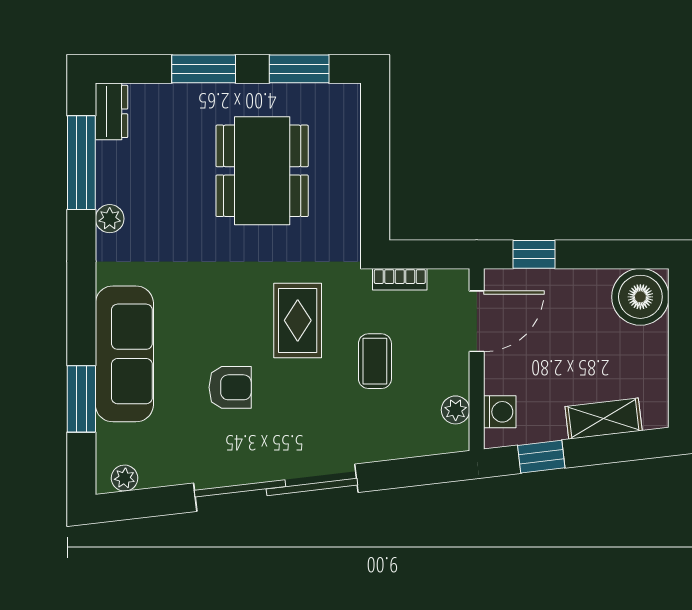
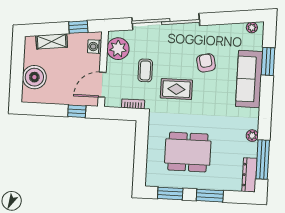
dresser: (111, 111) -> (249, 175), width x1.44
dining table: (262, 171) -> (188, 152), turned 90
boiler: (640, 297) -> (34, 77), moved
rug: (298, 320) -> (176, 89), turned 90
armchair: (230, 387) -> (206, 63), turned 77
plant: (456, 410) -> (118, 49), width x1.88, depth x1.88
sliding door: (276, 488) -> (166, 22), moved

